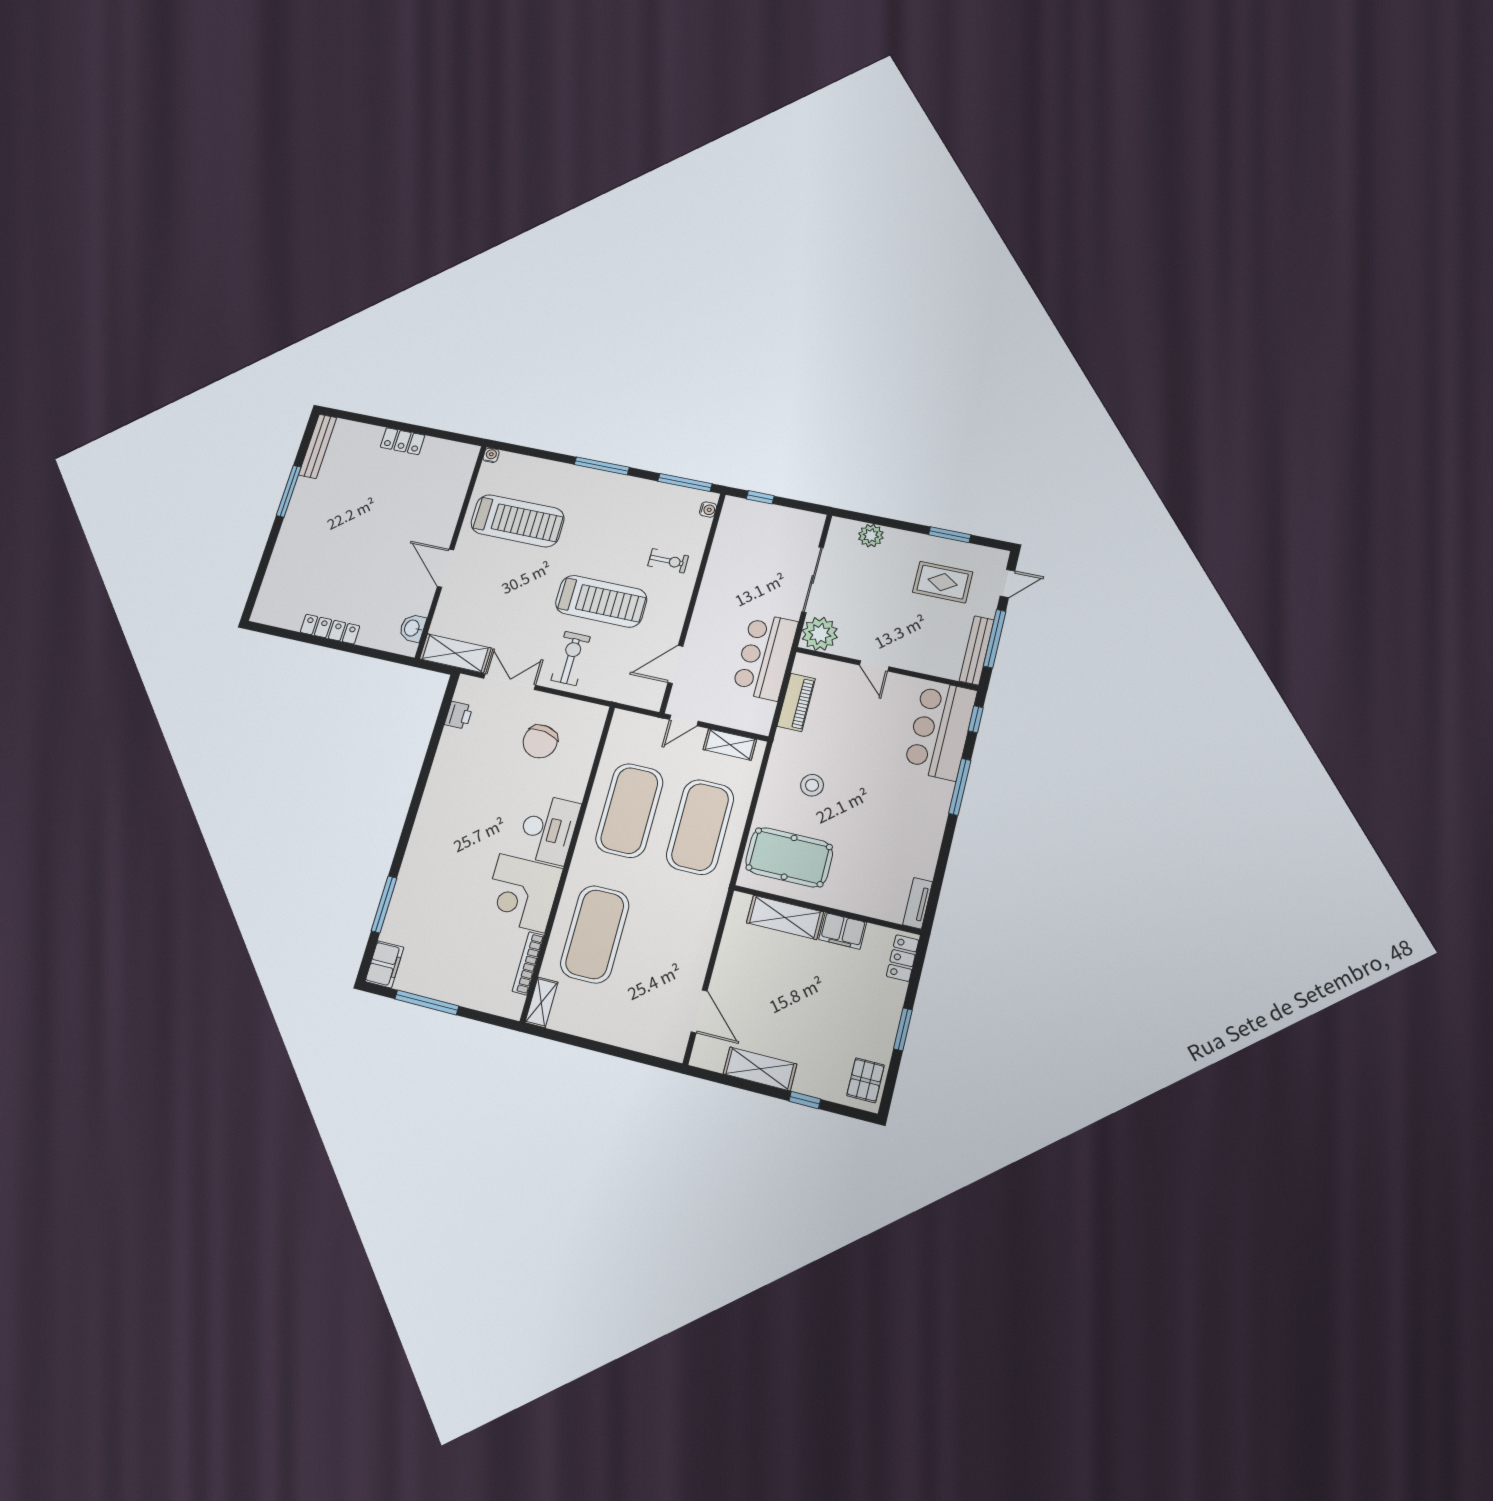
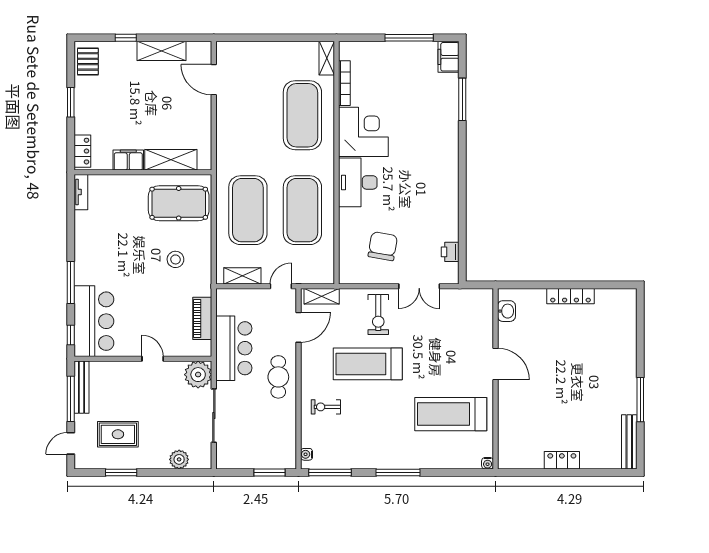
window: (760, 497) -> (269, 473), width x1.50
cafe table: (718, 609) -> (278, 377), added
shelving: (455, 653) -> (322, 296), moved, width x0.67, depth x0.75

